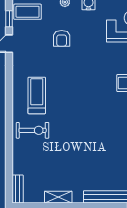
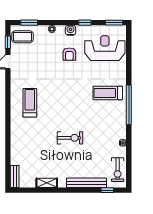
armchair: (62, 38) -> (69, 54), moved
exercise bike: (33, 130) -> (70, 138), moved

